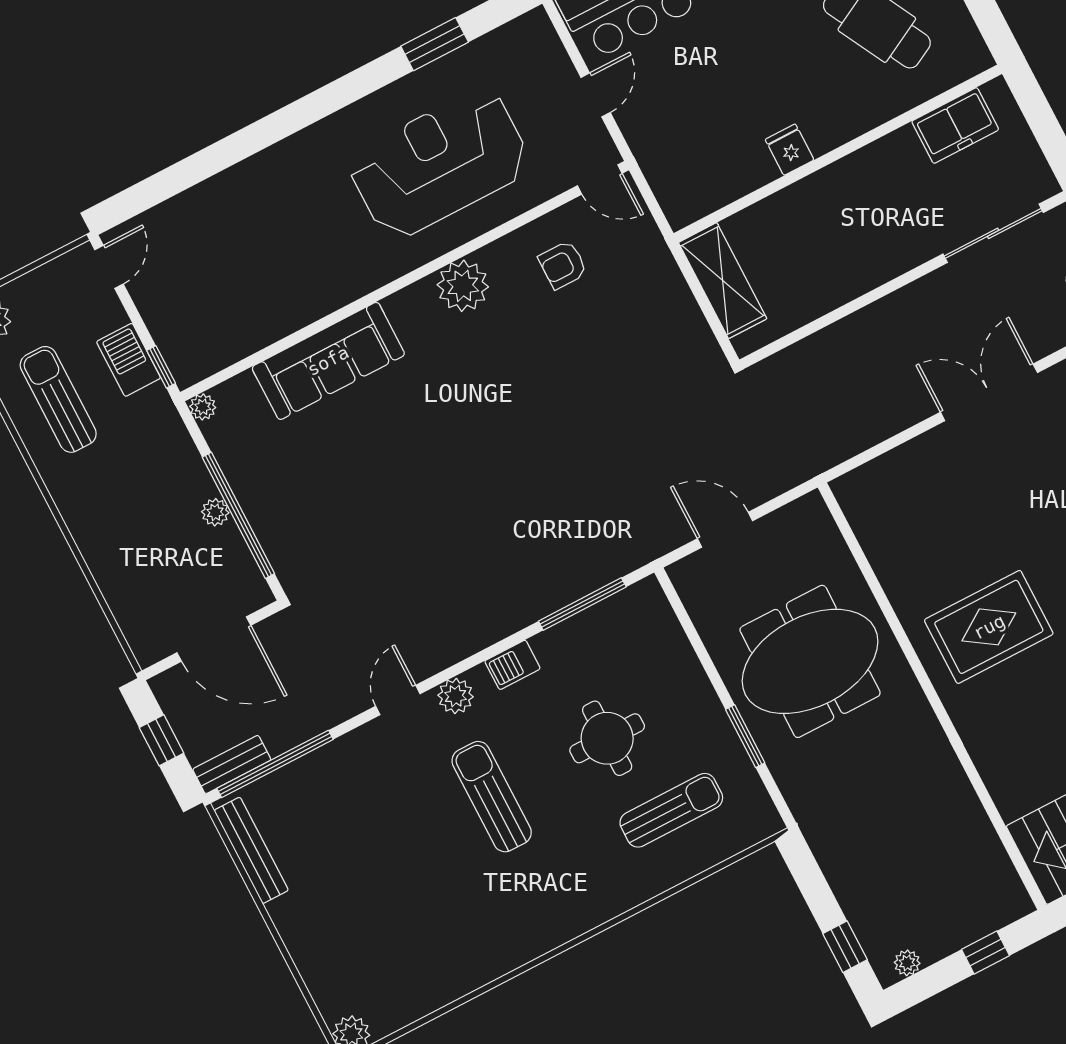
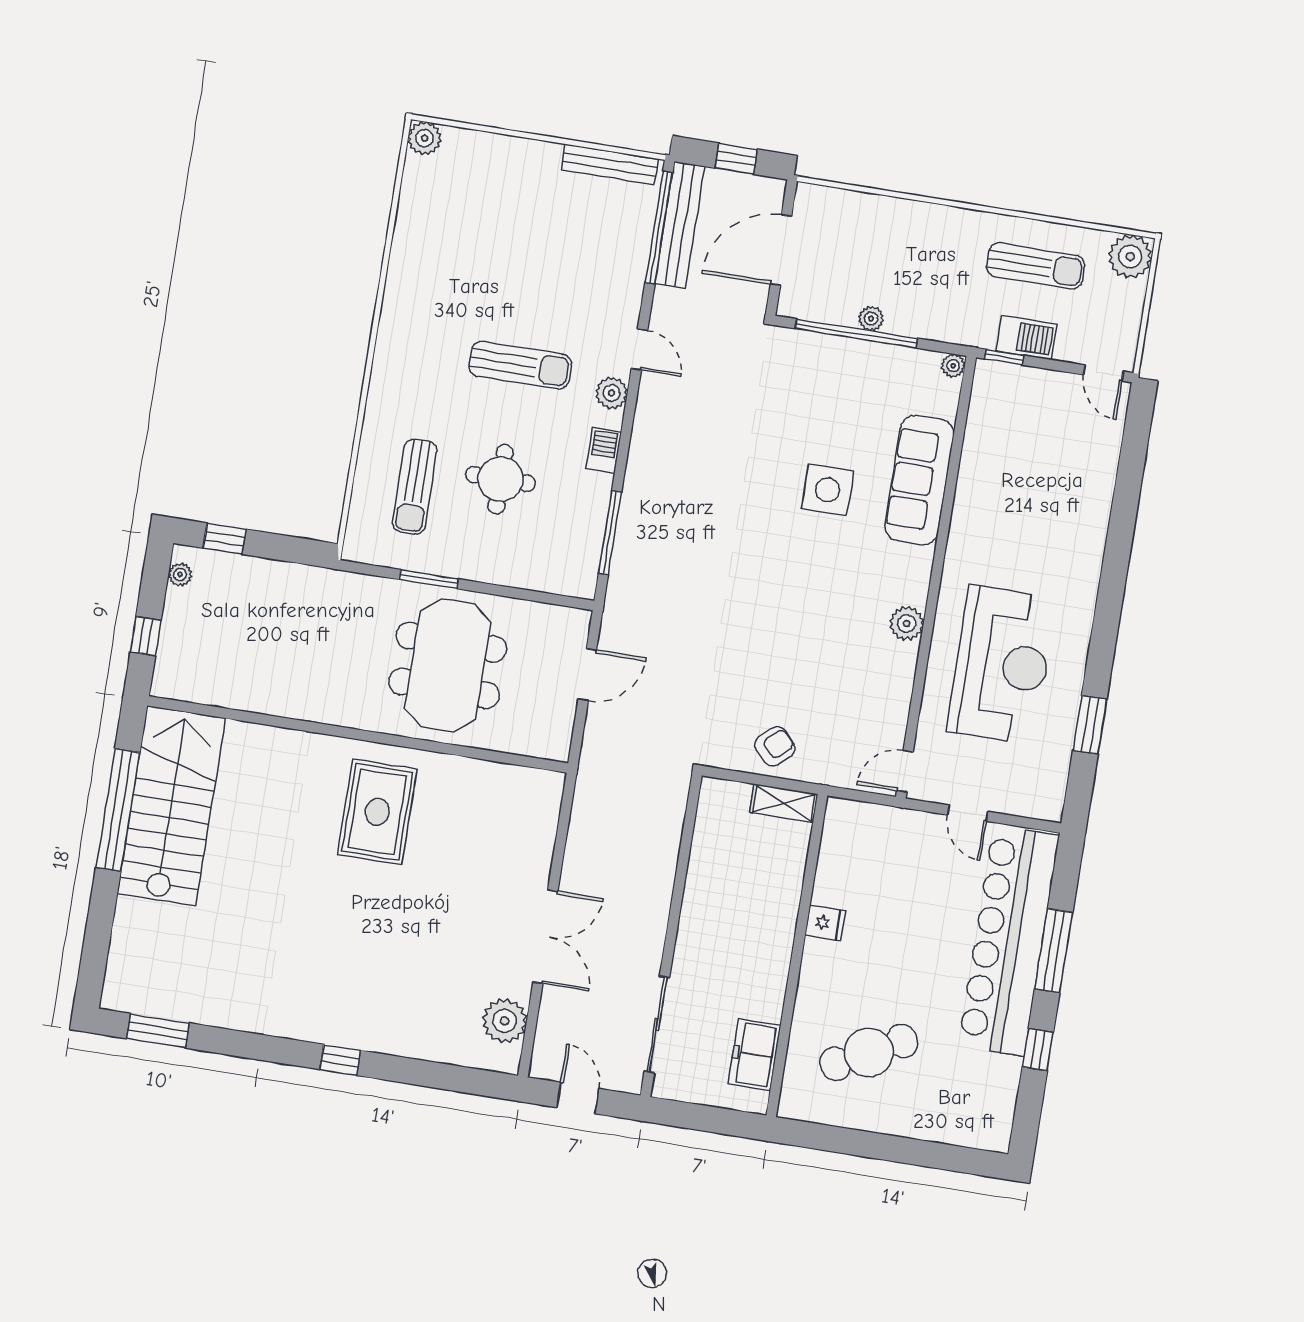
armchair: (563, 265) -> (775, 746), moved, turned 47
shelving: (723, 281) -> (784, 803), width x0.67, depth x0.75
plant: (463, 286) -> (907, 623), width x0.73, depth x0.73
side table: (398, 437) -> (828, 490), added
bench: (232, 765) -> (680, 225), width x1.86, depth x1.21

